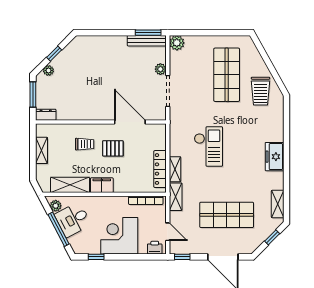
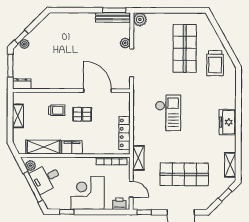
window: (54, 54) -> (21, 37), moved
shelving: (175, 169) -> (138, 133), removed

